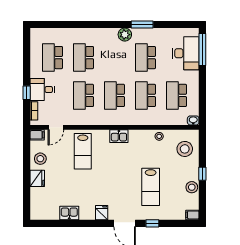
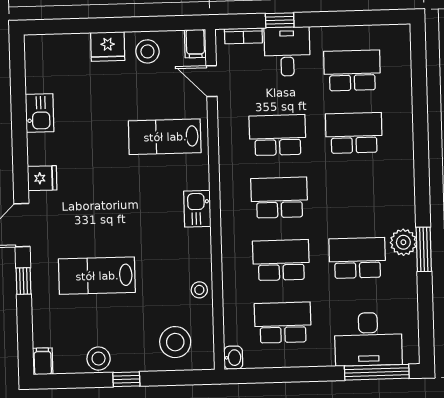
plant: (125, 35) -> (403, 242), moved

